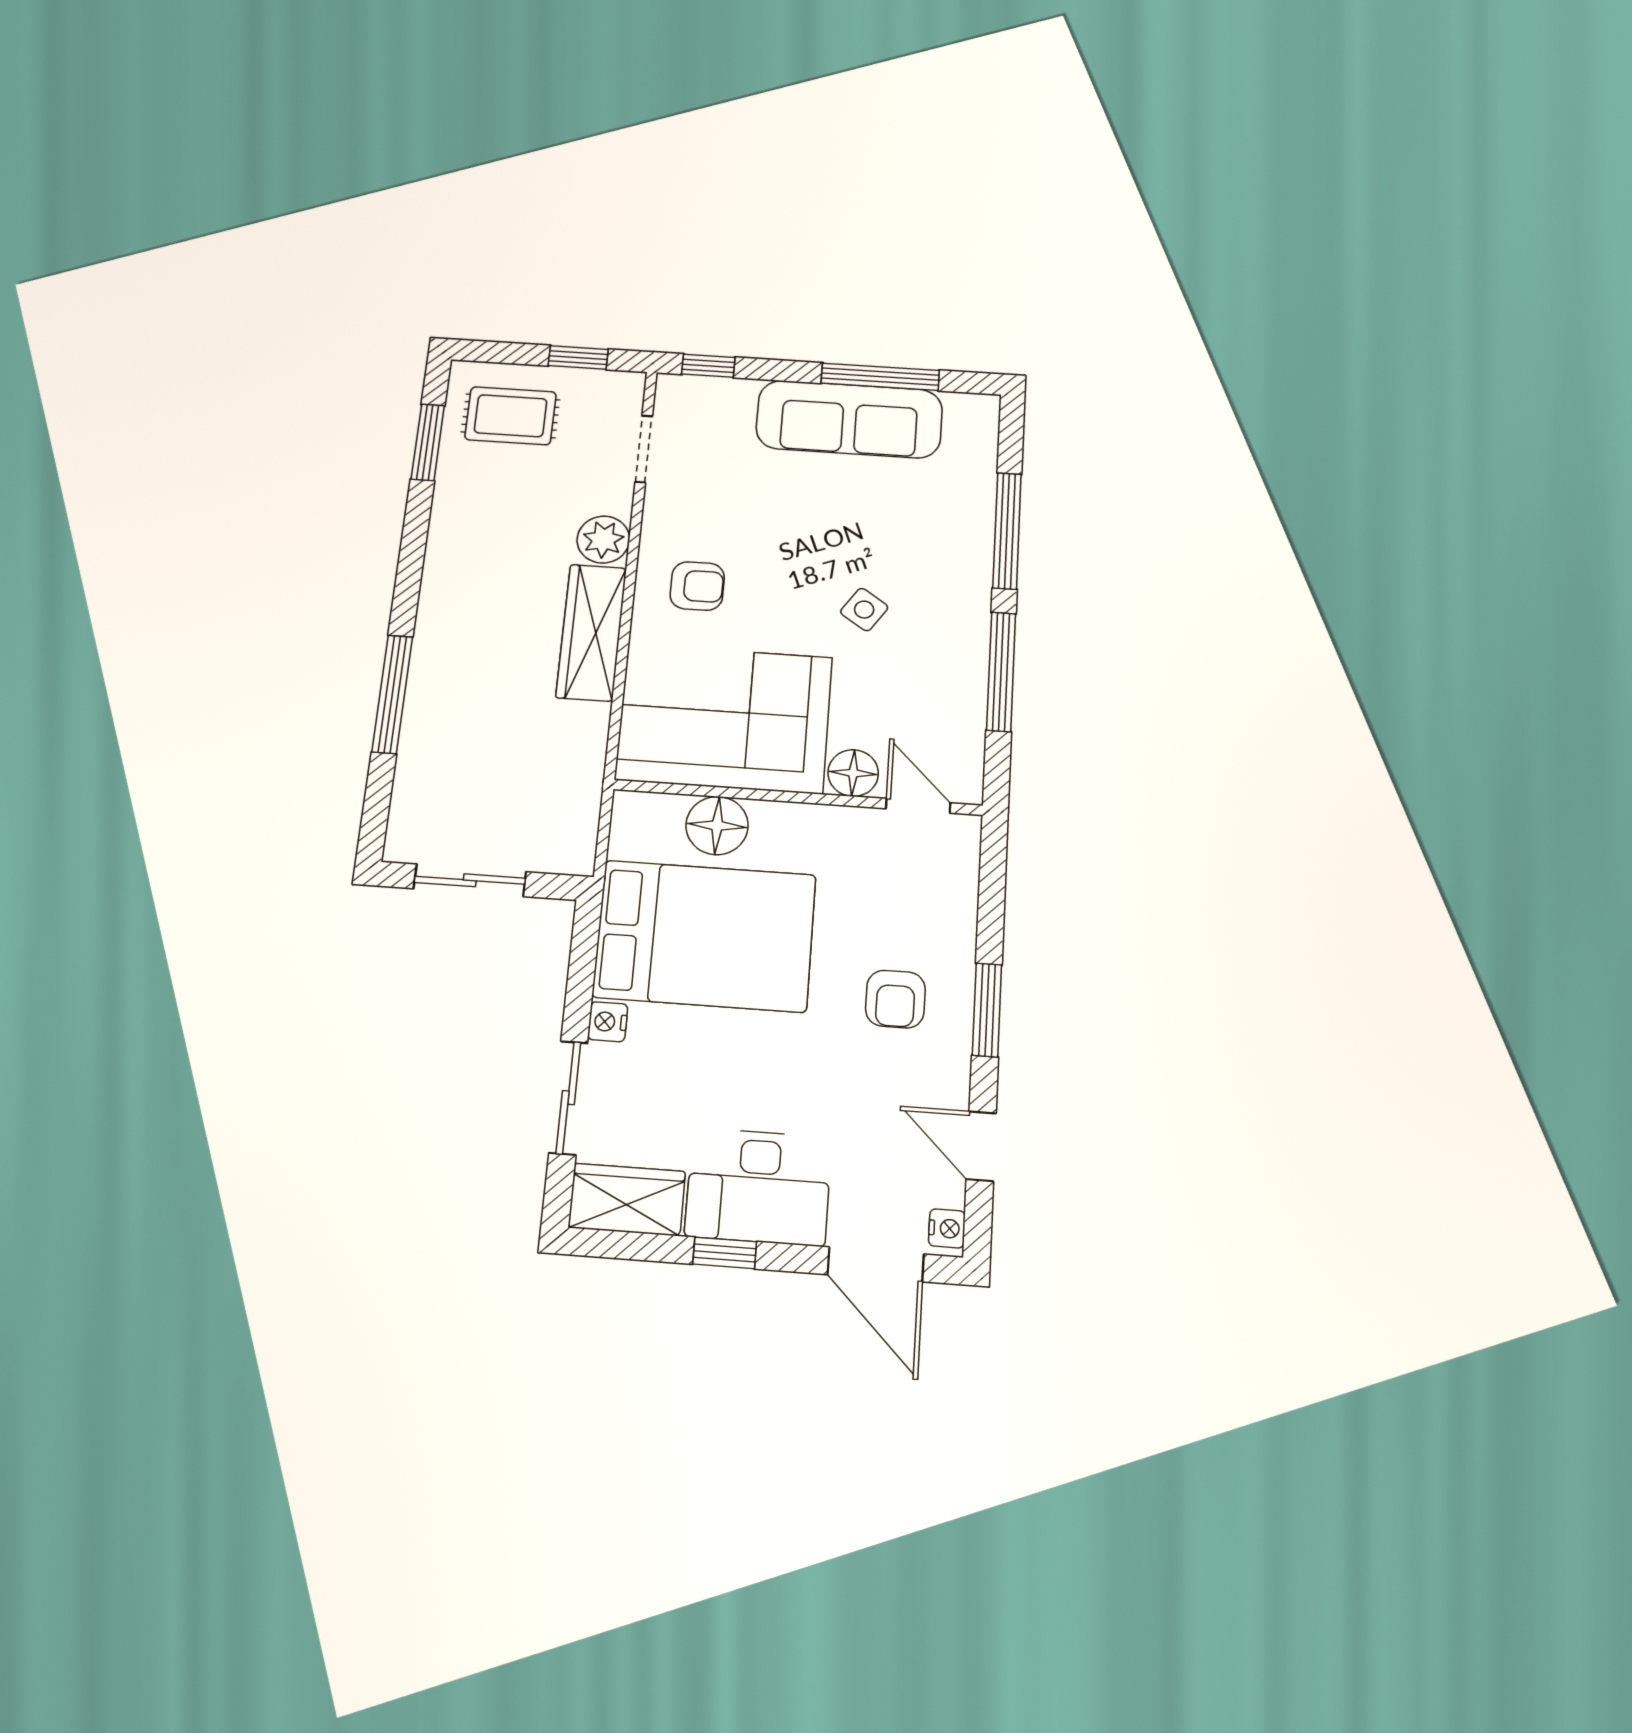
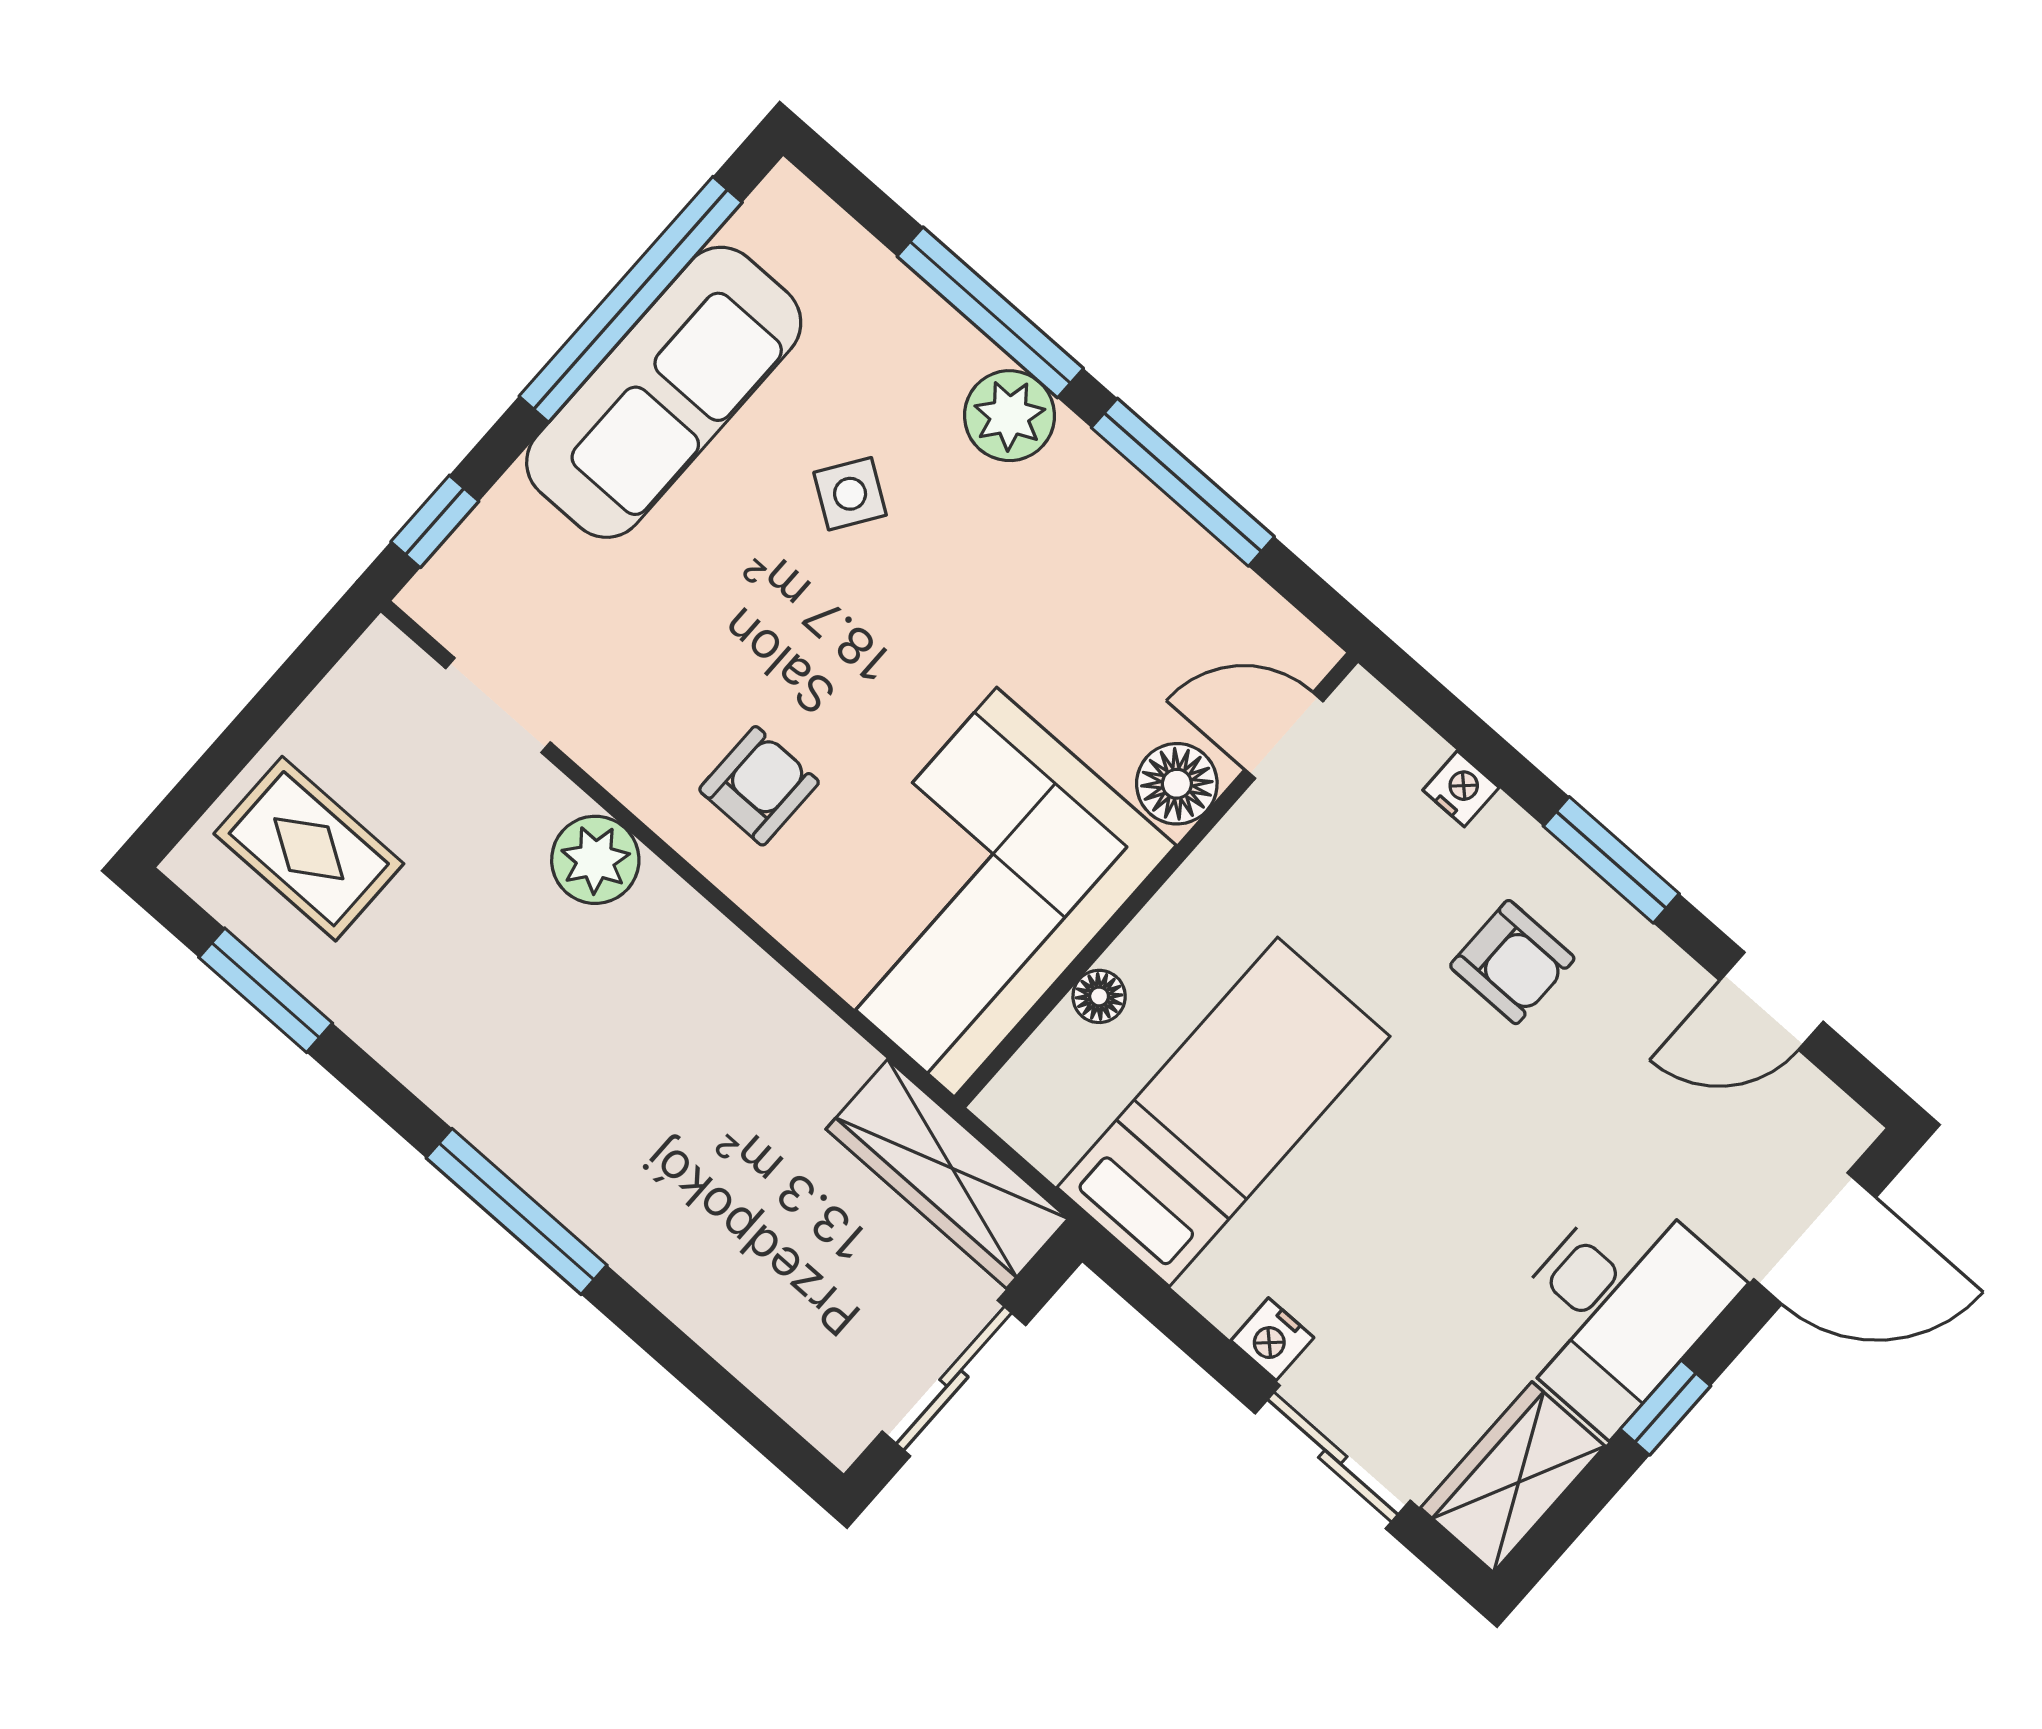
window: (578, 358) -> (286, 690), removed
window: (880, 377) -> (631, 299), width x1.46
rug: (511, 416) -> (309, 849), turned 90
plant: (966, 573) -> (1009, 416), added
side table: (864, 610) -> (850, 494), moved
wardrobe: (591, 632) -> (947, 1174), moved
window: (392, 694) -> (517, 1211), moved
floor lamp: (717, 826) -> (1099, 996), width x0.53, depth x0.53
bed: (705, 936) -> (1223, 1112), width x0.67
nightstand: (947, 1228) -> (1461, 789), moved

